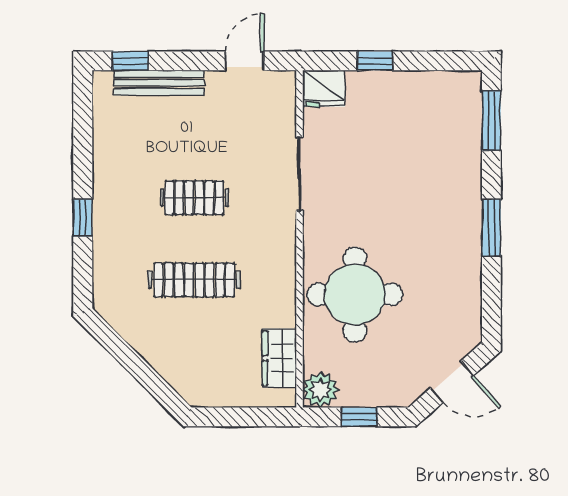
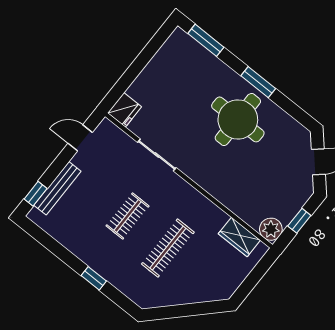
door: (244, 61) -> (80, 138), hinge flipped
window: (375, 61) -> (131, 74), removed
round table: (355, 294) -> (238, 119), moved

